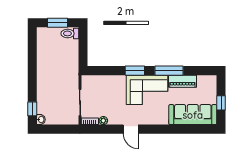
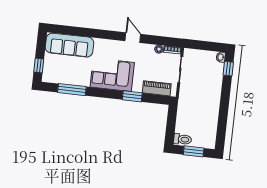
window: (135, 71) -> (132, 96), moved
window: (169, 71) -> (72, 90), moved
piano: (182, 81) -> (157, 88), moved
window: (221, 103) -> (39, 66), moved

